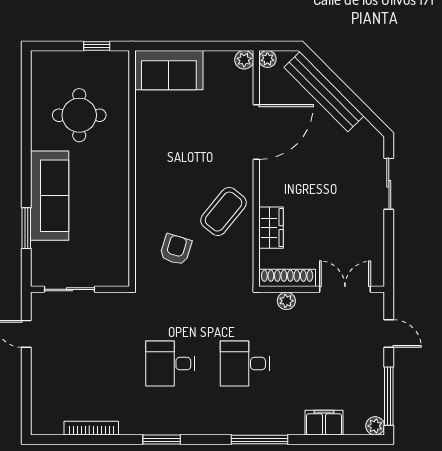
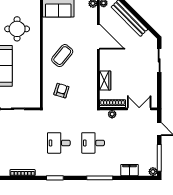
door: (256, 132) -> (98, 37), hinge flipped
coffee table: (223, 212) -> (62, 56), moved

